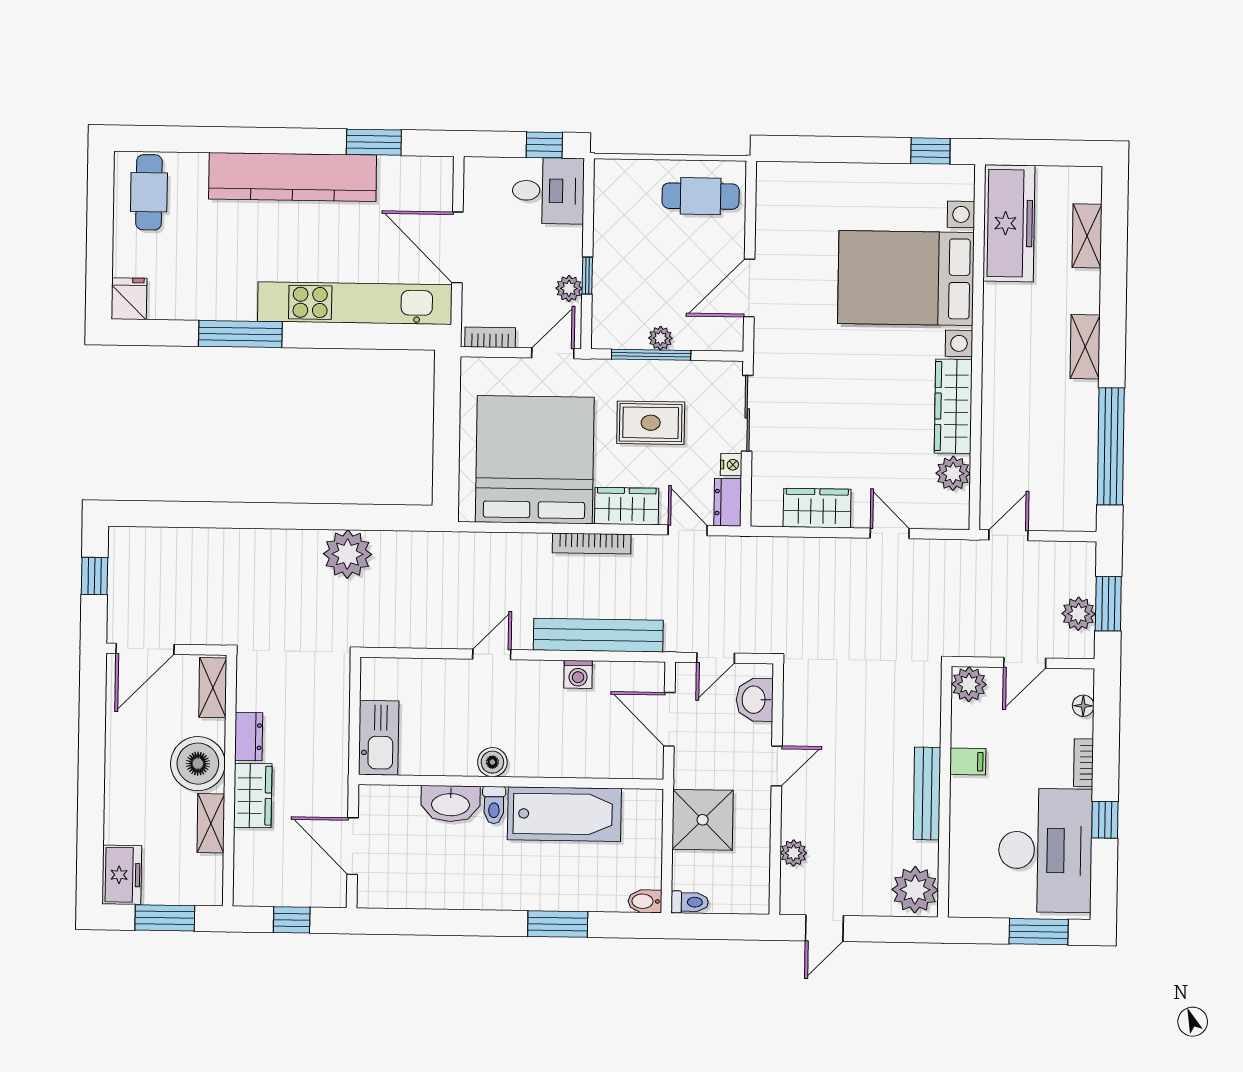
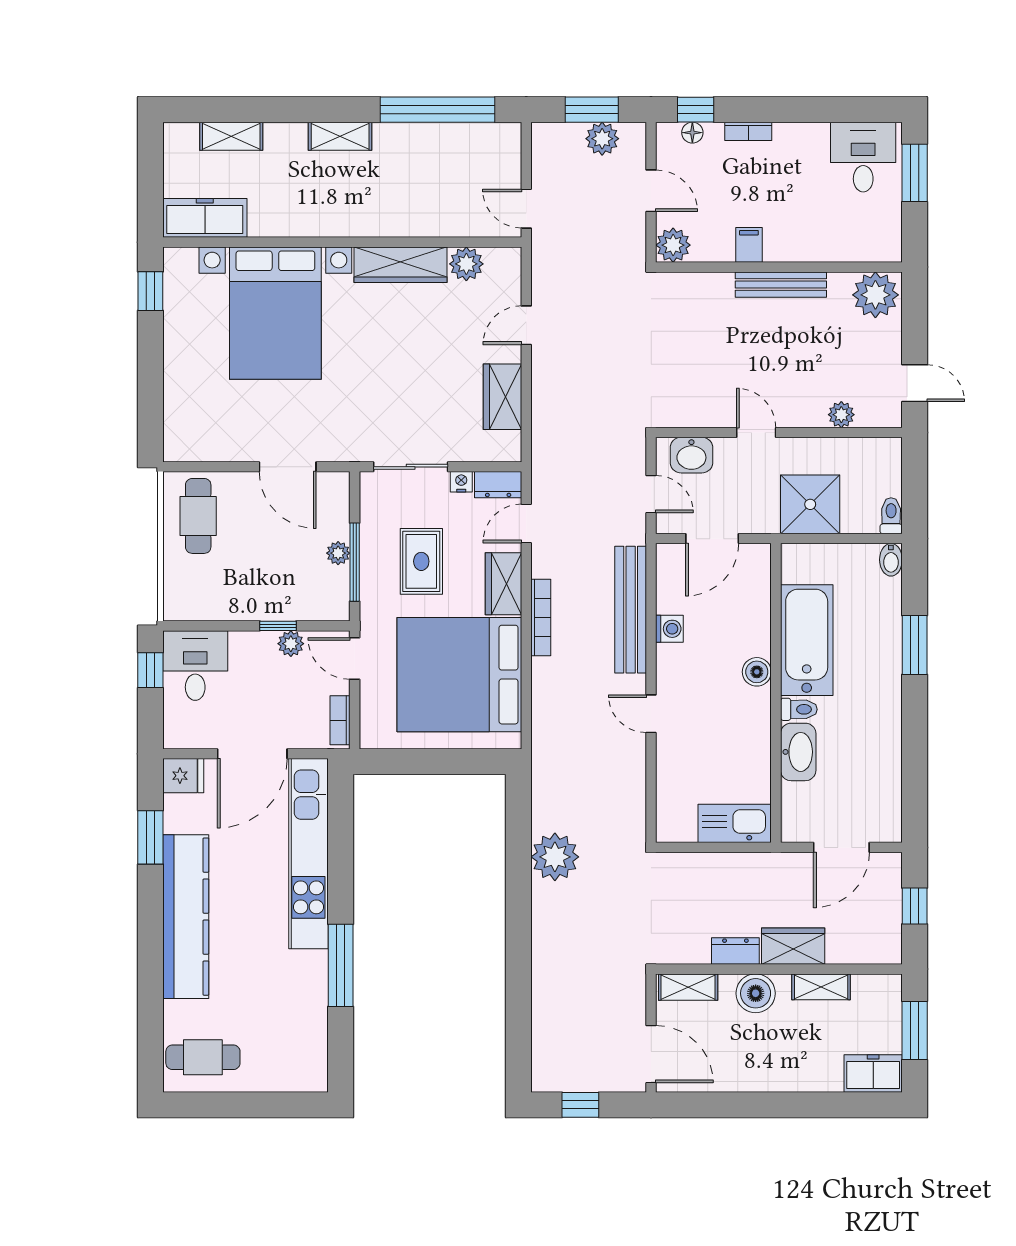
freezer: (1009, 223) -> (205, 218), width x0.73, depth x0.79
fridge: (129, 299) -> (183, 776), moved, turned 180
boiler: (492, 762) -> (757, 672), moved
boiler: (198, 764) -> (756, 993), width x0.73, depth x0.73
window: (1105, 820) -> (696, 110), moved
desk: (1045, 850) -> (863, 157), width x0.53, depth x0.77

